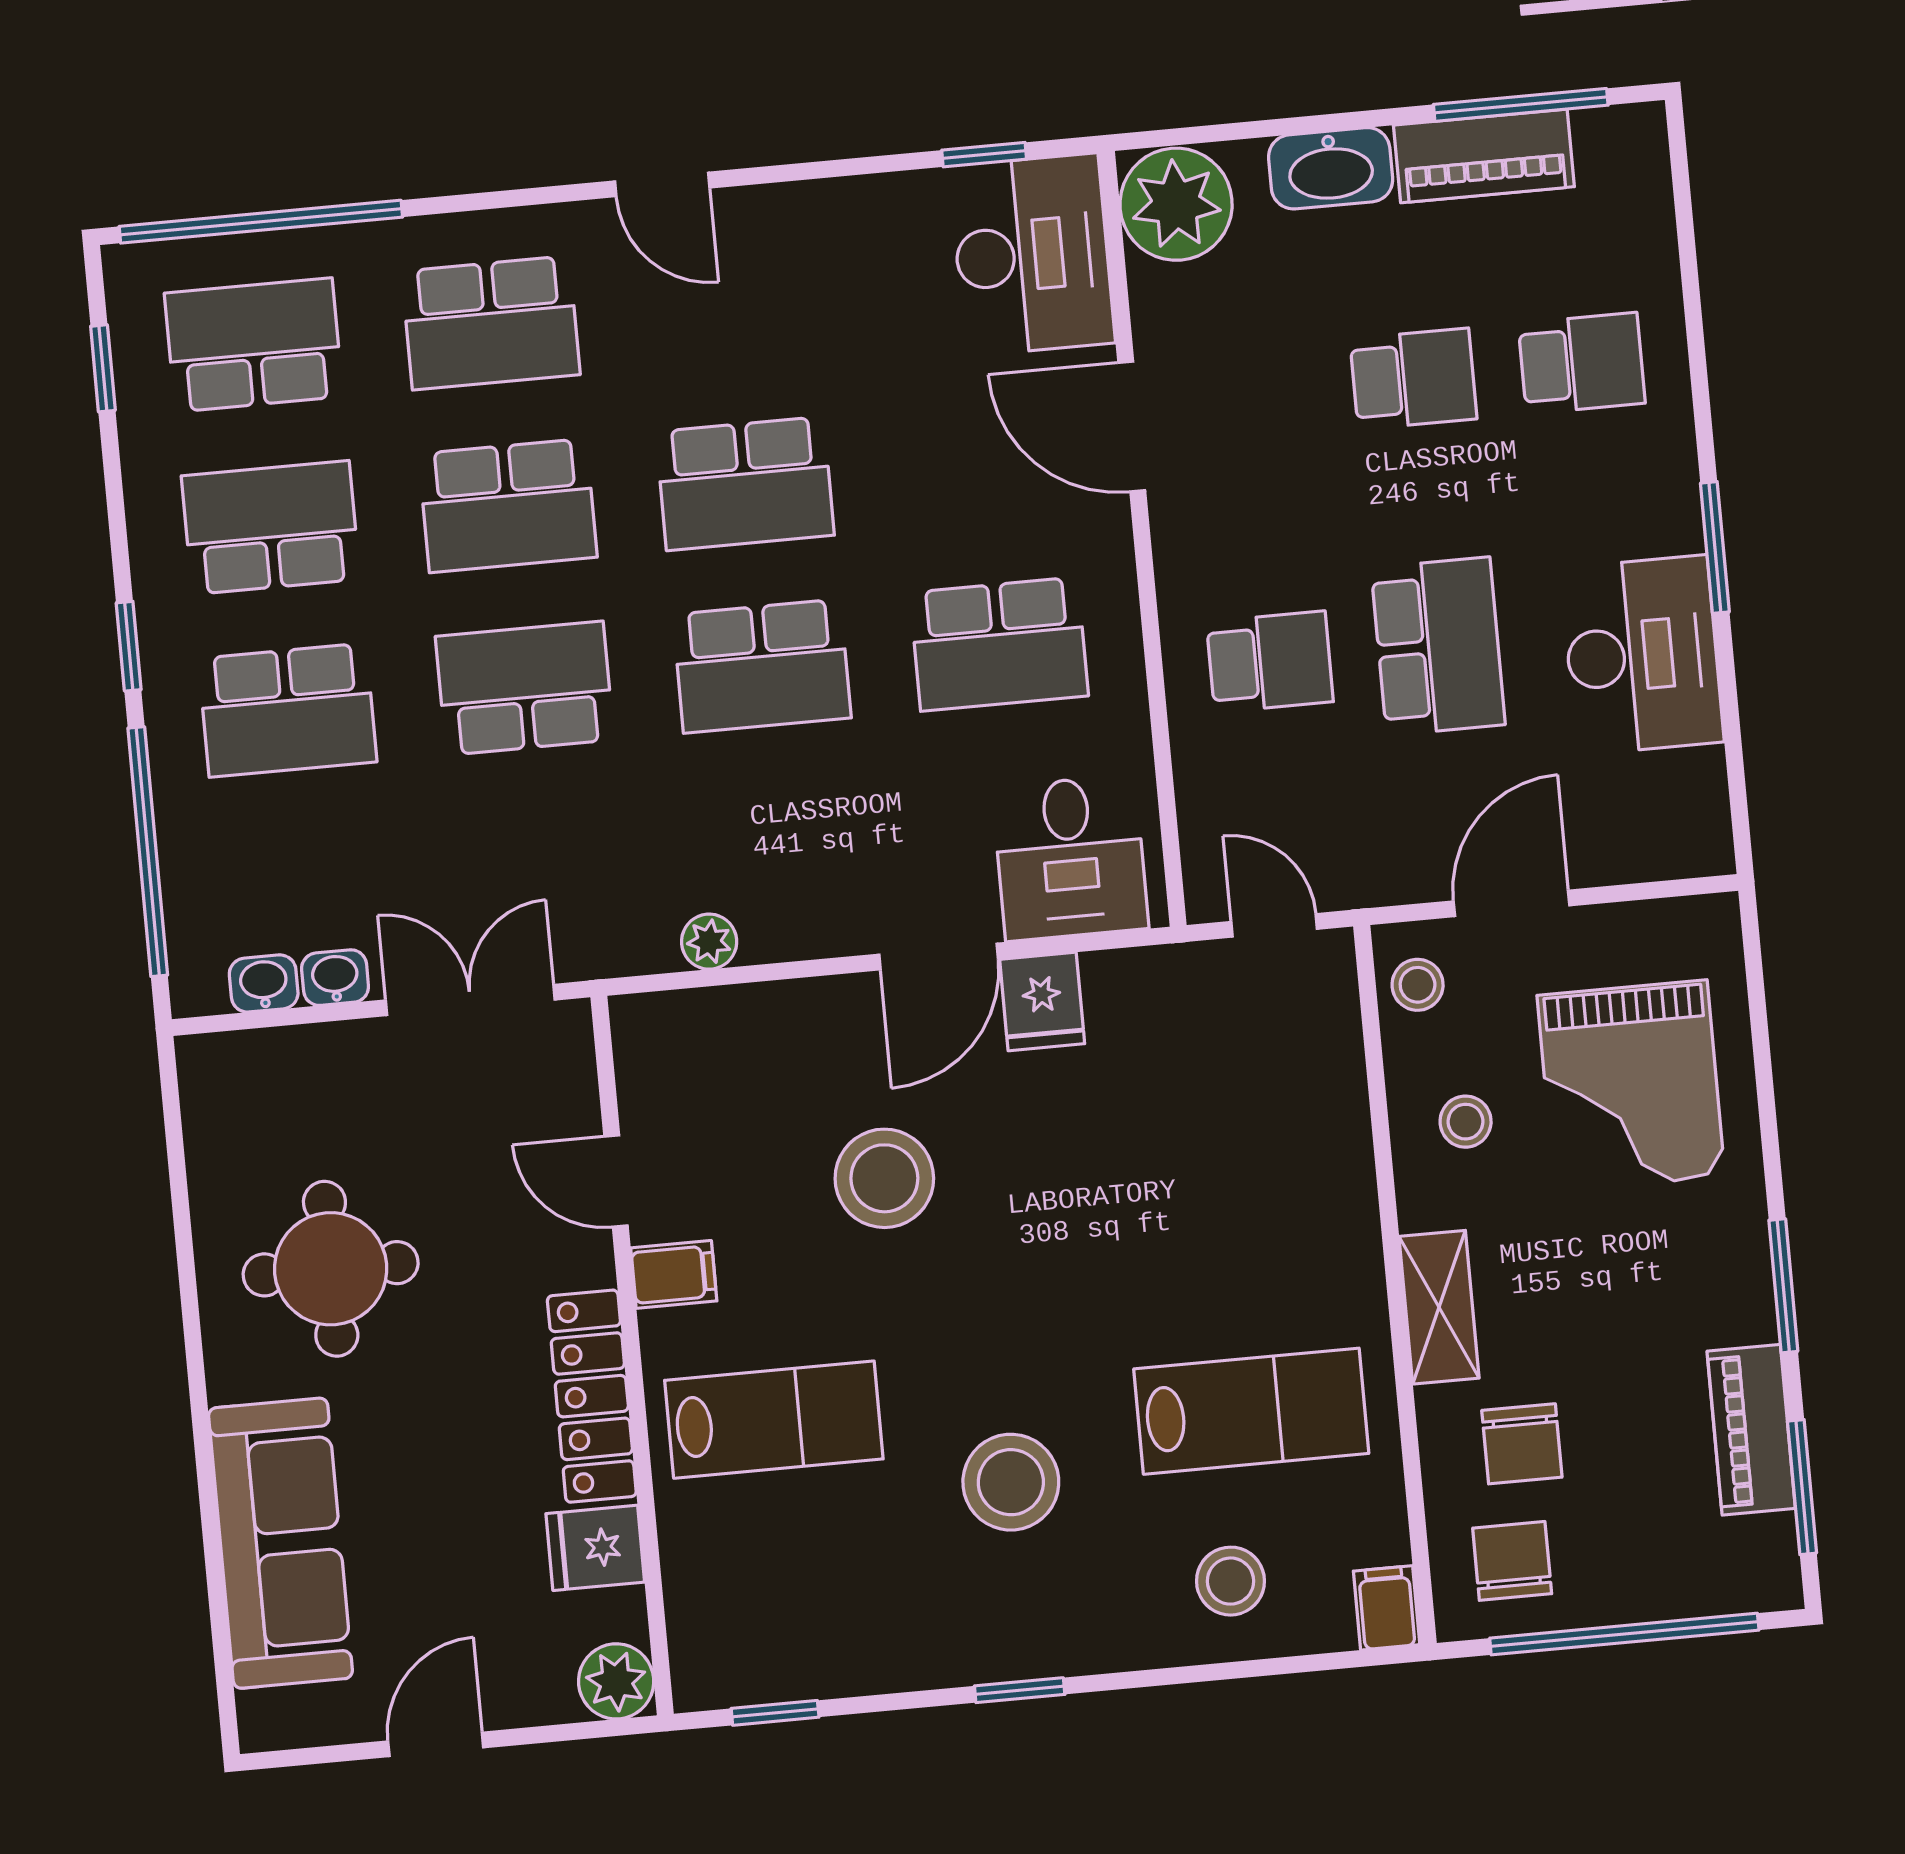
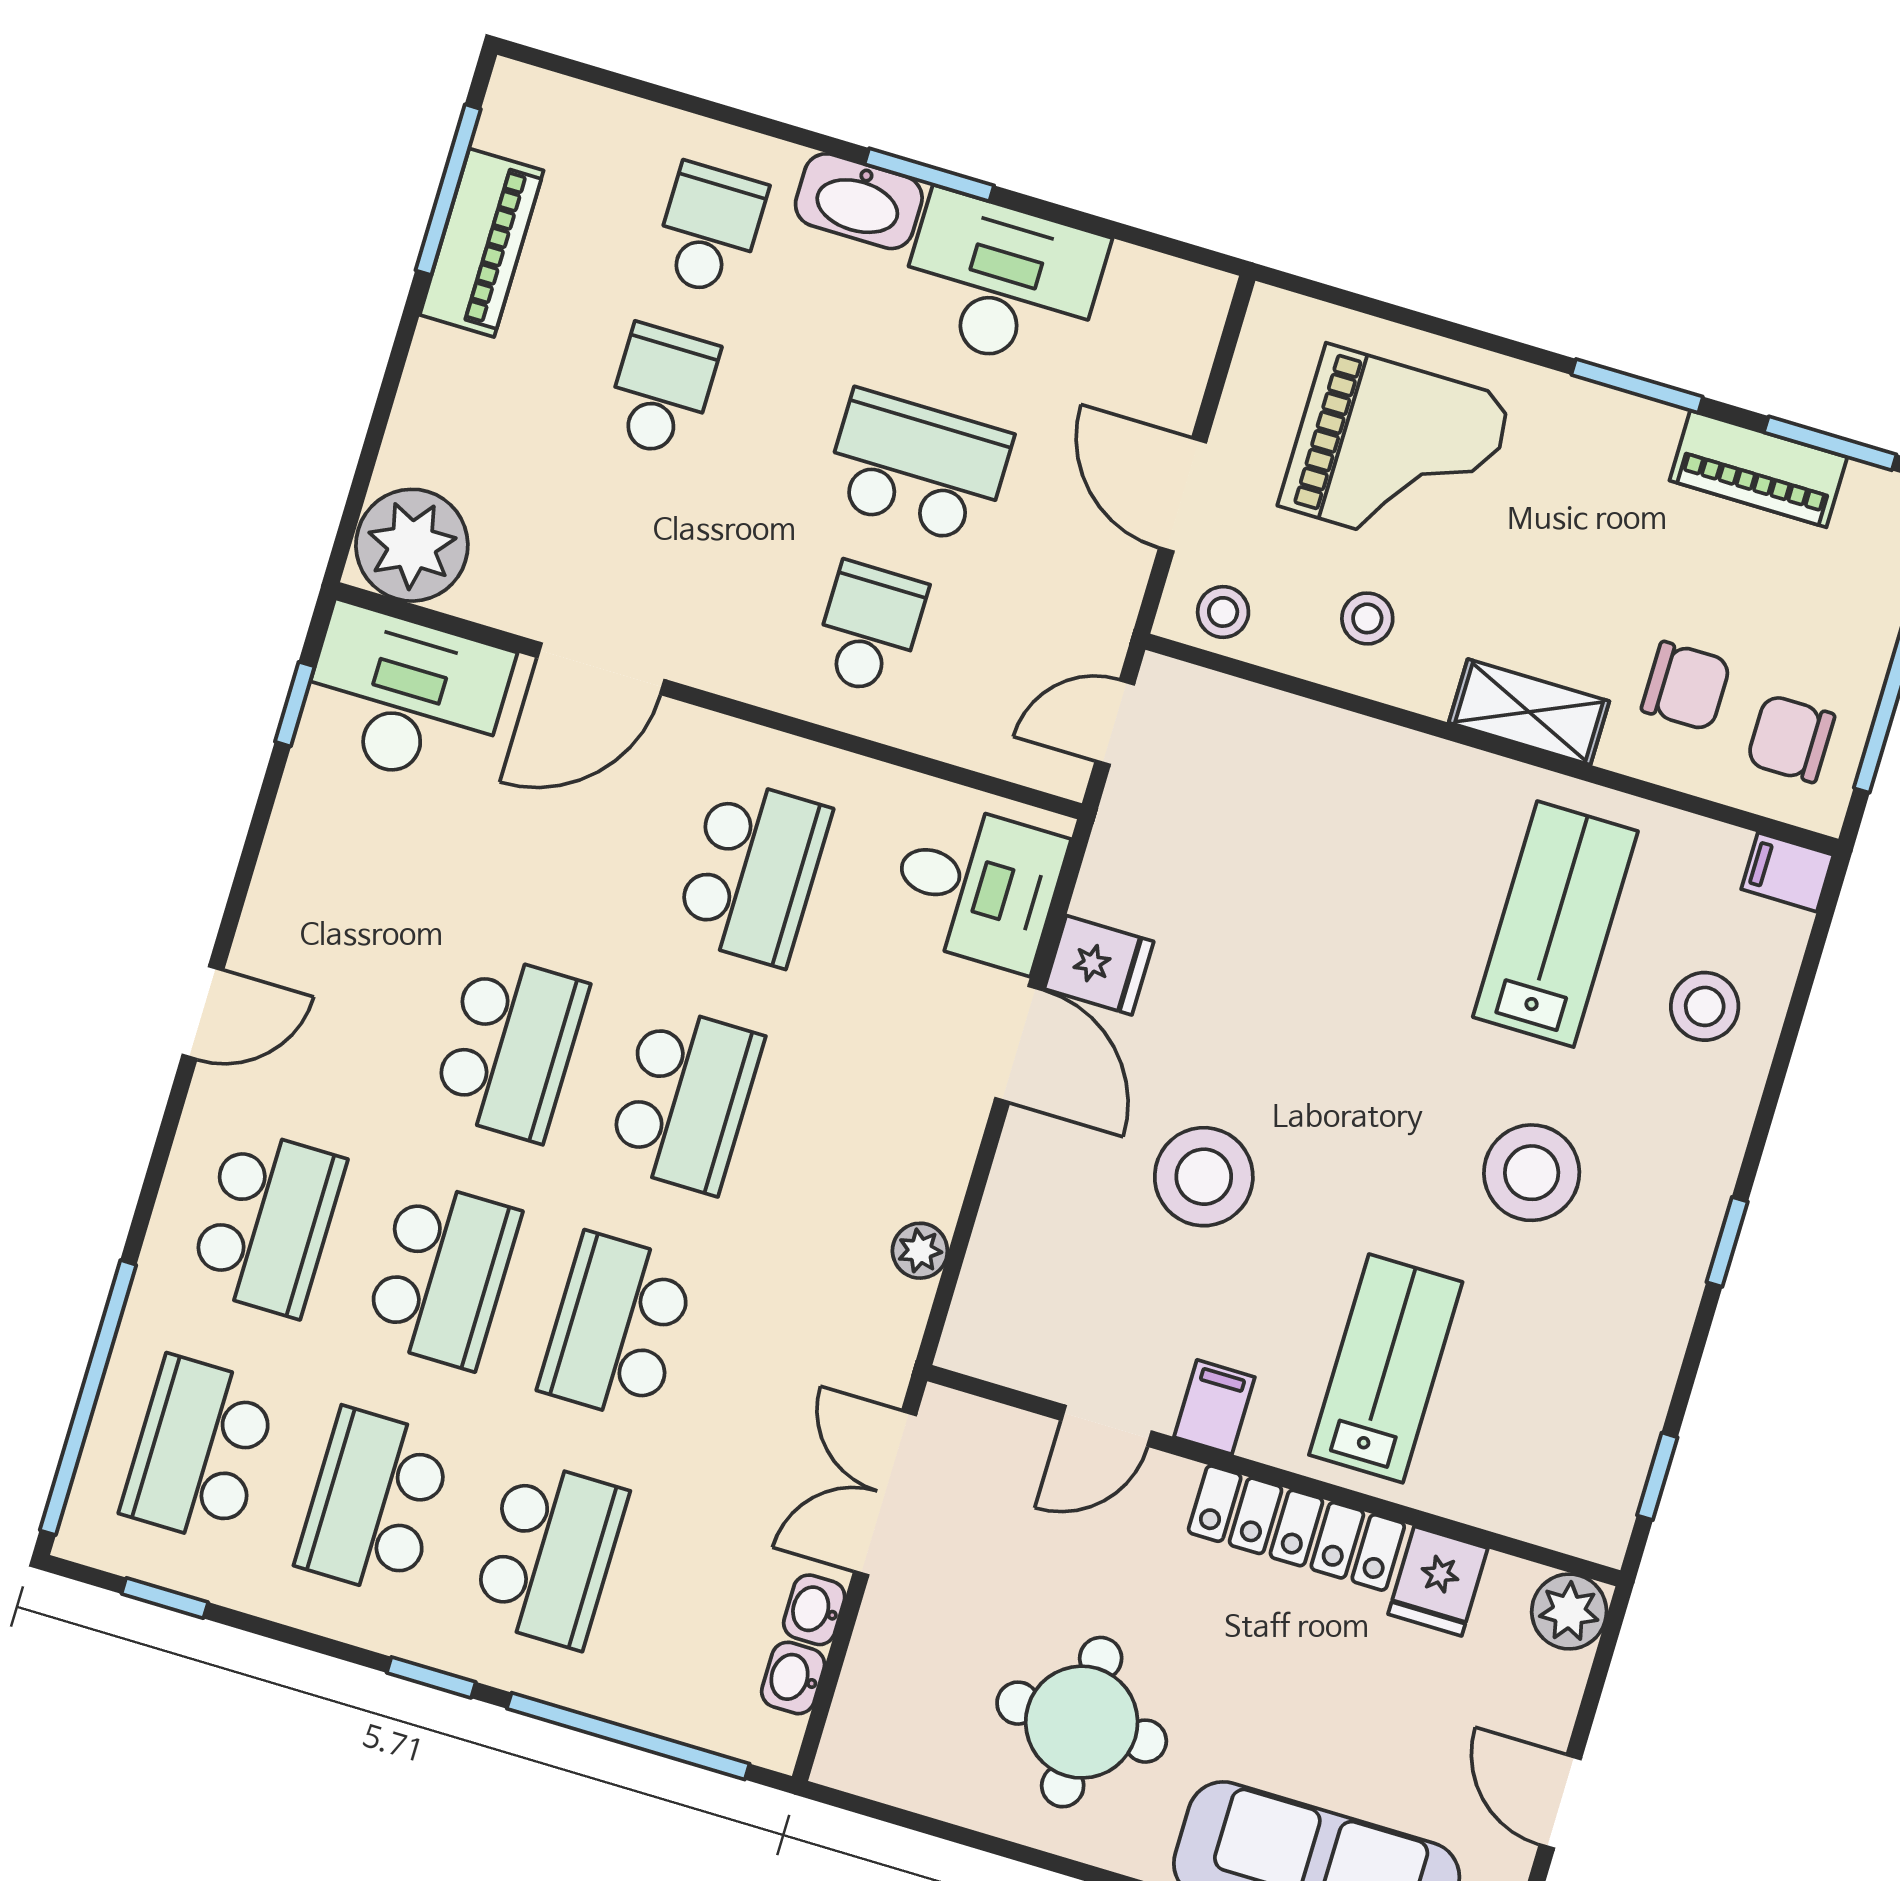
washbasin: (1331, 168) -> (859, 201), moved, turned 90

